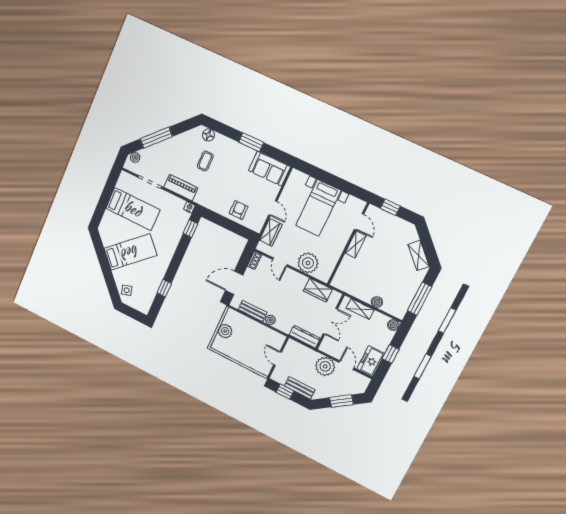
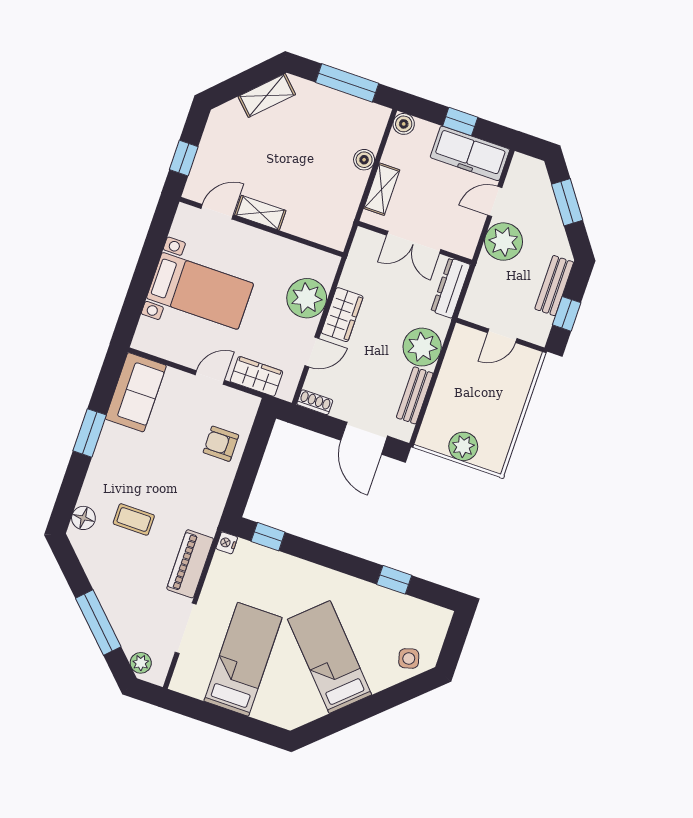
wardrobe: (318, 290) -> (342, 315), moved
plant: (270, 320) -> (422, 347), width x1.88, depth x1.88
double door: (330, 321) -> (414, 242), swing flipped
freezer: (371, 361) -> (470, 153), width x1.40

